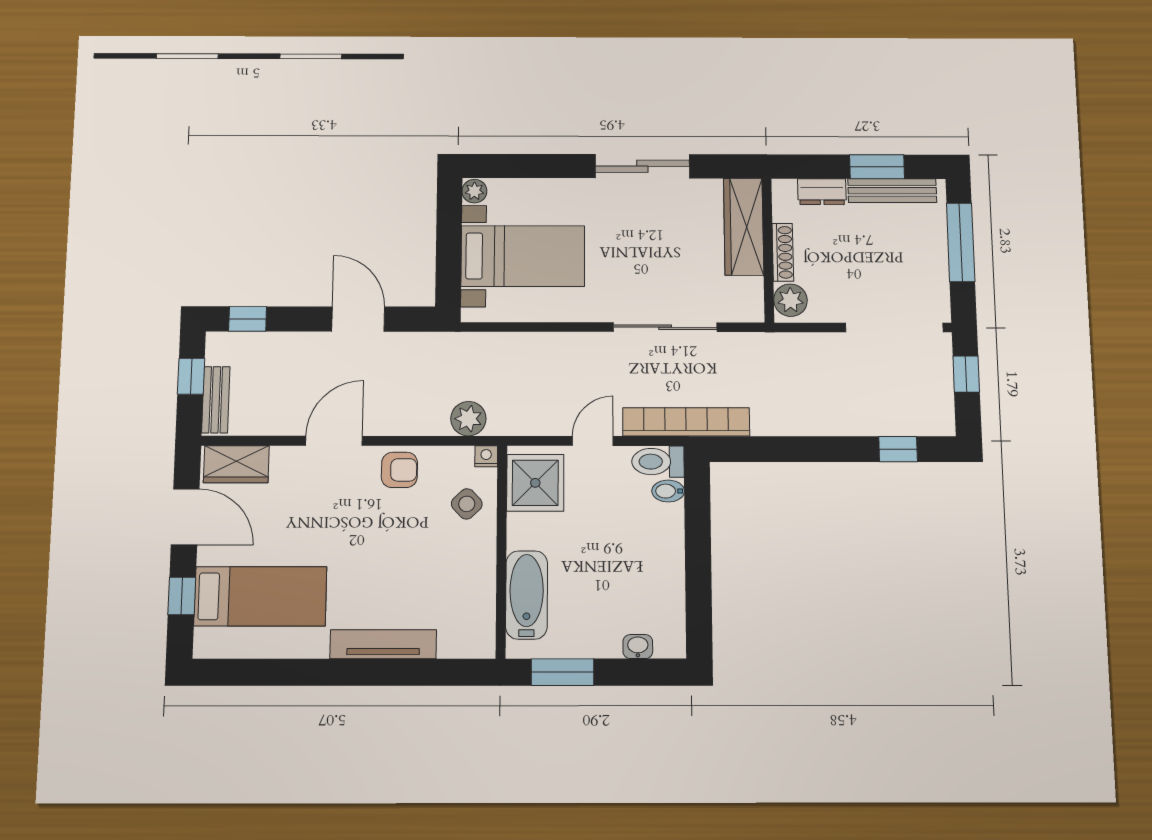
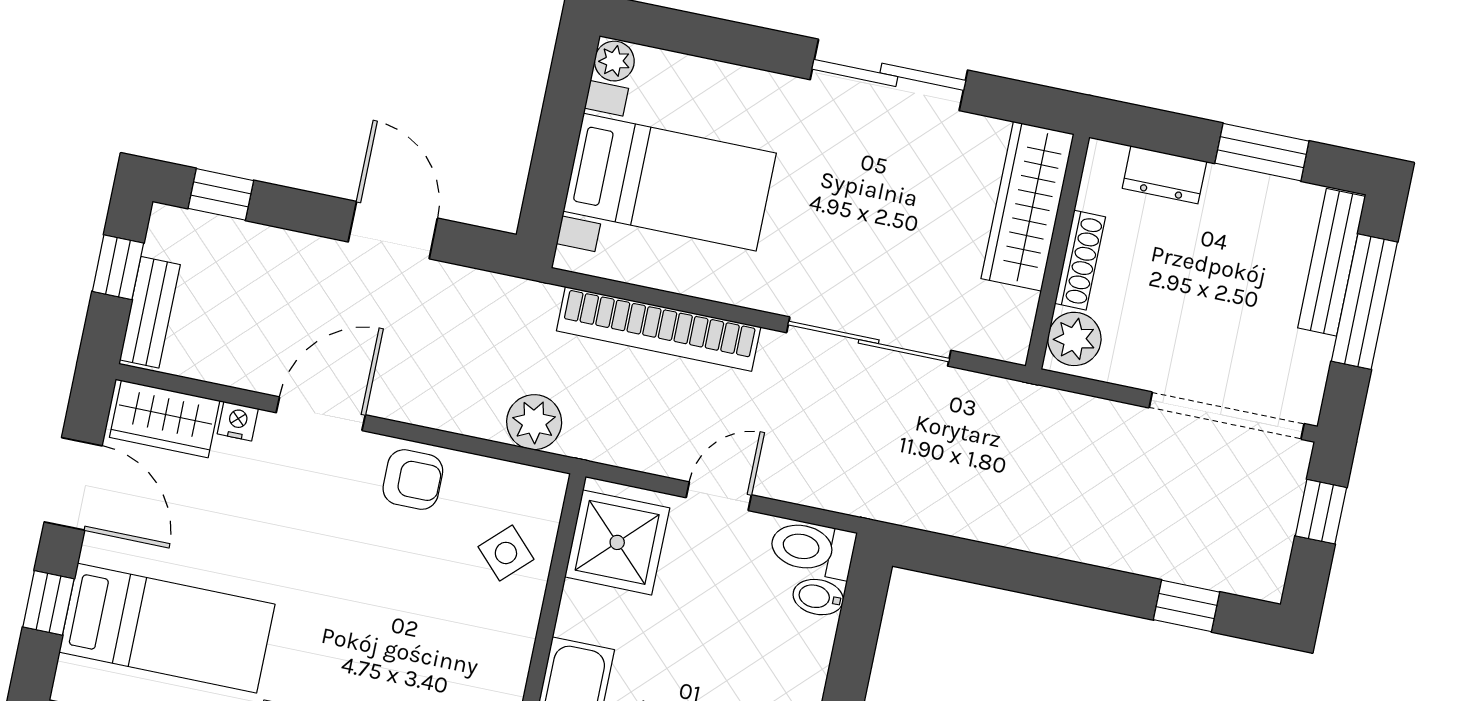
bench: (892, 191) -> (1332, 262), moved, turned 90
bookcase: (686, 422) -> (659, 329), moved, turned 180
nightstand: (486, 456) -> (238, 421), moved

